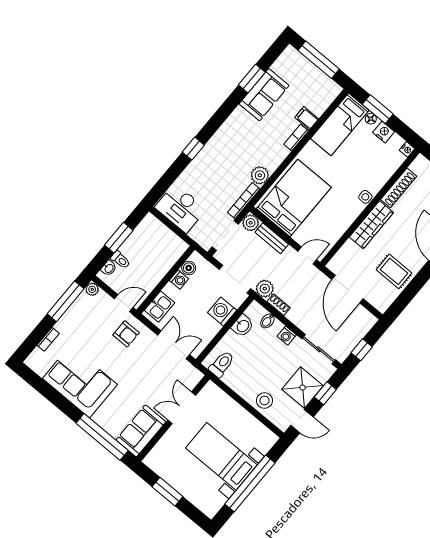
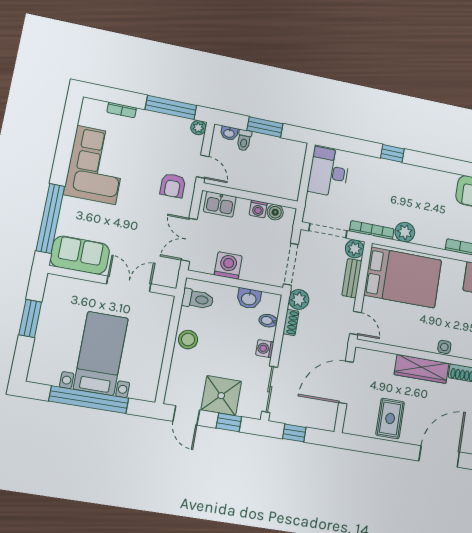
washing machine: (222, 311) -> (228, 265), moved
double door: (174, 345) -> (189, 240), swing flipped
stool: (264, 400) -> (188, 340), moved

